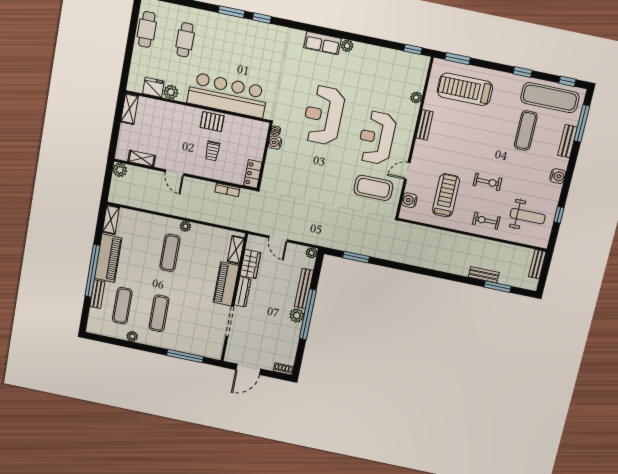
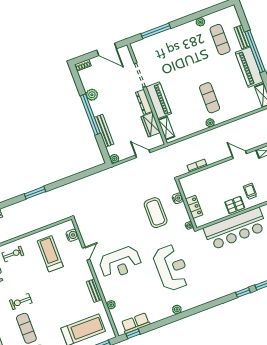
row of seats: (322, 43) -> (136, 323), moved
reception desk: (323, 115) -> (171, 268), moved
reception desk: (377, 138) -> (120, 263), turned 90
water cooler: (275, 143) -> (178, 198), moved
trolley: (212, 151) -> (250, 191), moved
locker: (253, 174) -> (194, 207), moved
exercise bike: (488, 182) -> (21, 302), moved
coffee table: (373, 188) -> (156, 213), moved, turned 90
treadmill: (446, 195) -> (50, 254), turned 180
window: (356, 257) -> (35, 193), moved
exercise mat: (159, 313) -> (192, 50), removed
plant: (297, 315) -> (92, 95), moved
door: (248, 369) -> (107, 49), swing flipped

